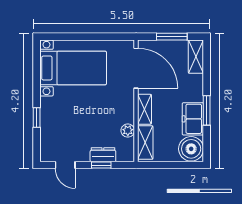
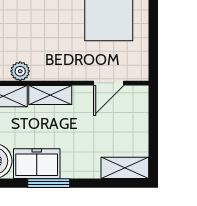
window: (172, 37) -> (153, 134), removed
door: (136, 68) -> (109, 83), width x0.53

